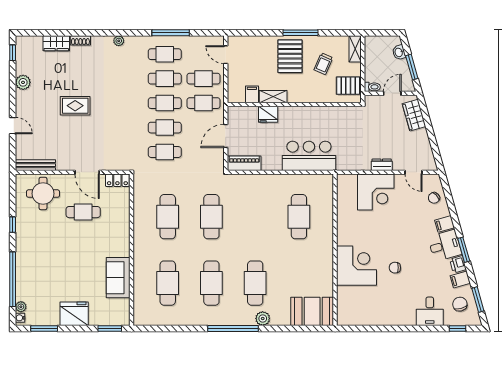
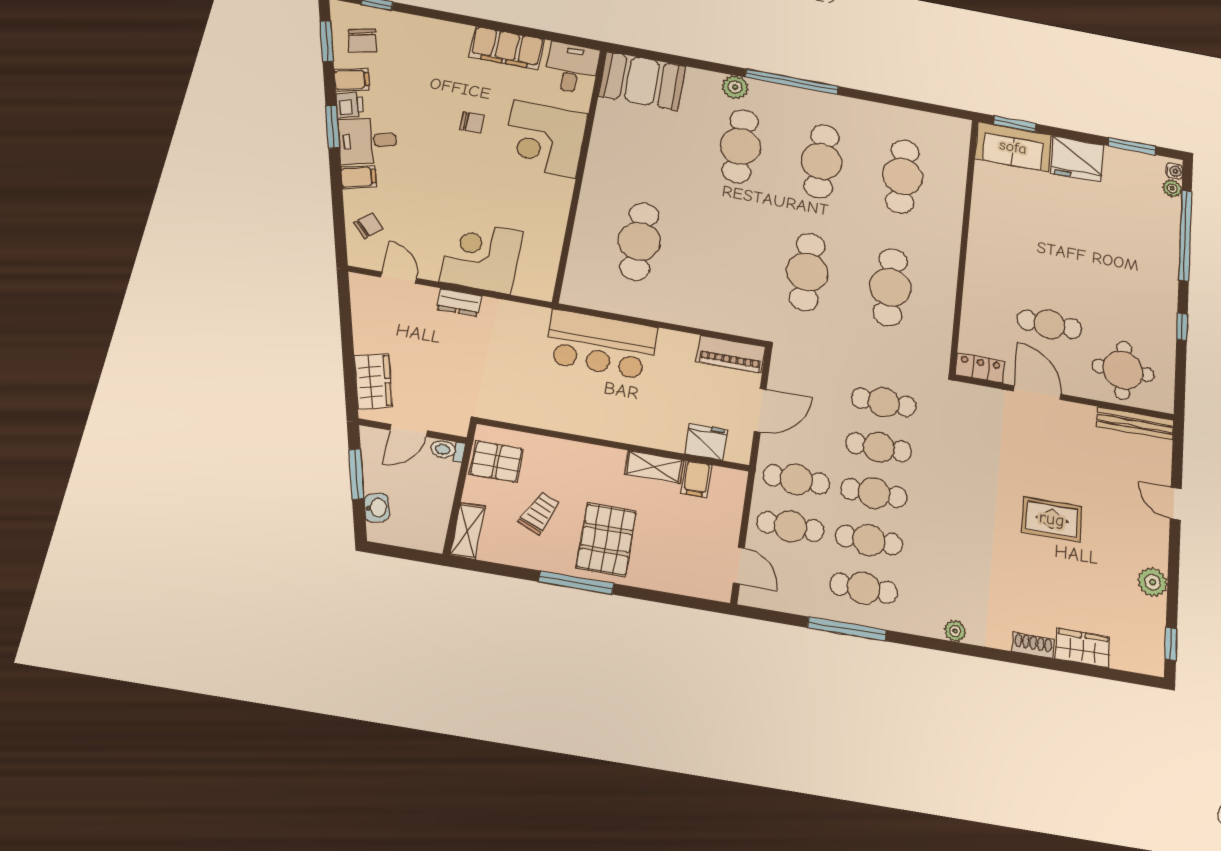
fridge: (268, 114) -> (706, 442), moved
sofa: (118, 278) -> (1013, 147), moved, turned 90
desk: (430, 311) -> (571, 68), moved
filing cabinet: (386, 316) -> (507, 48), added

